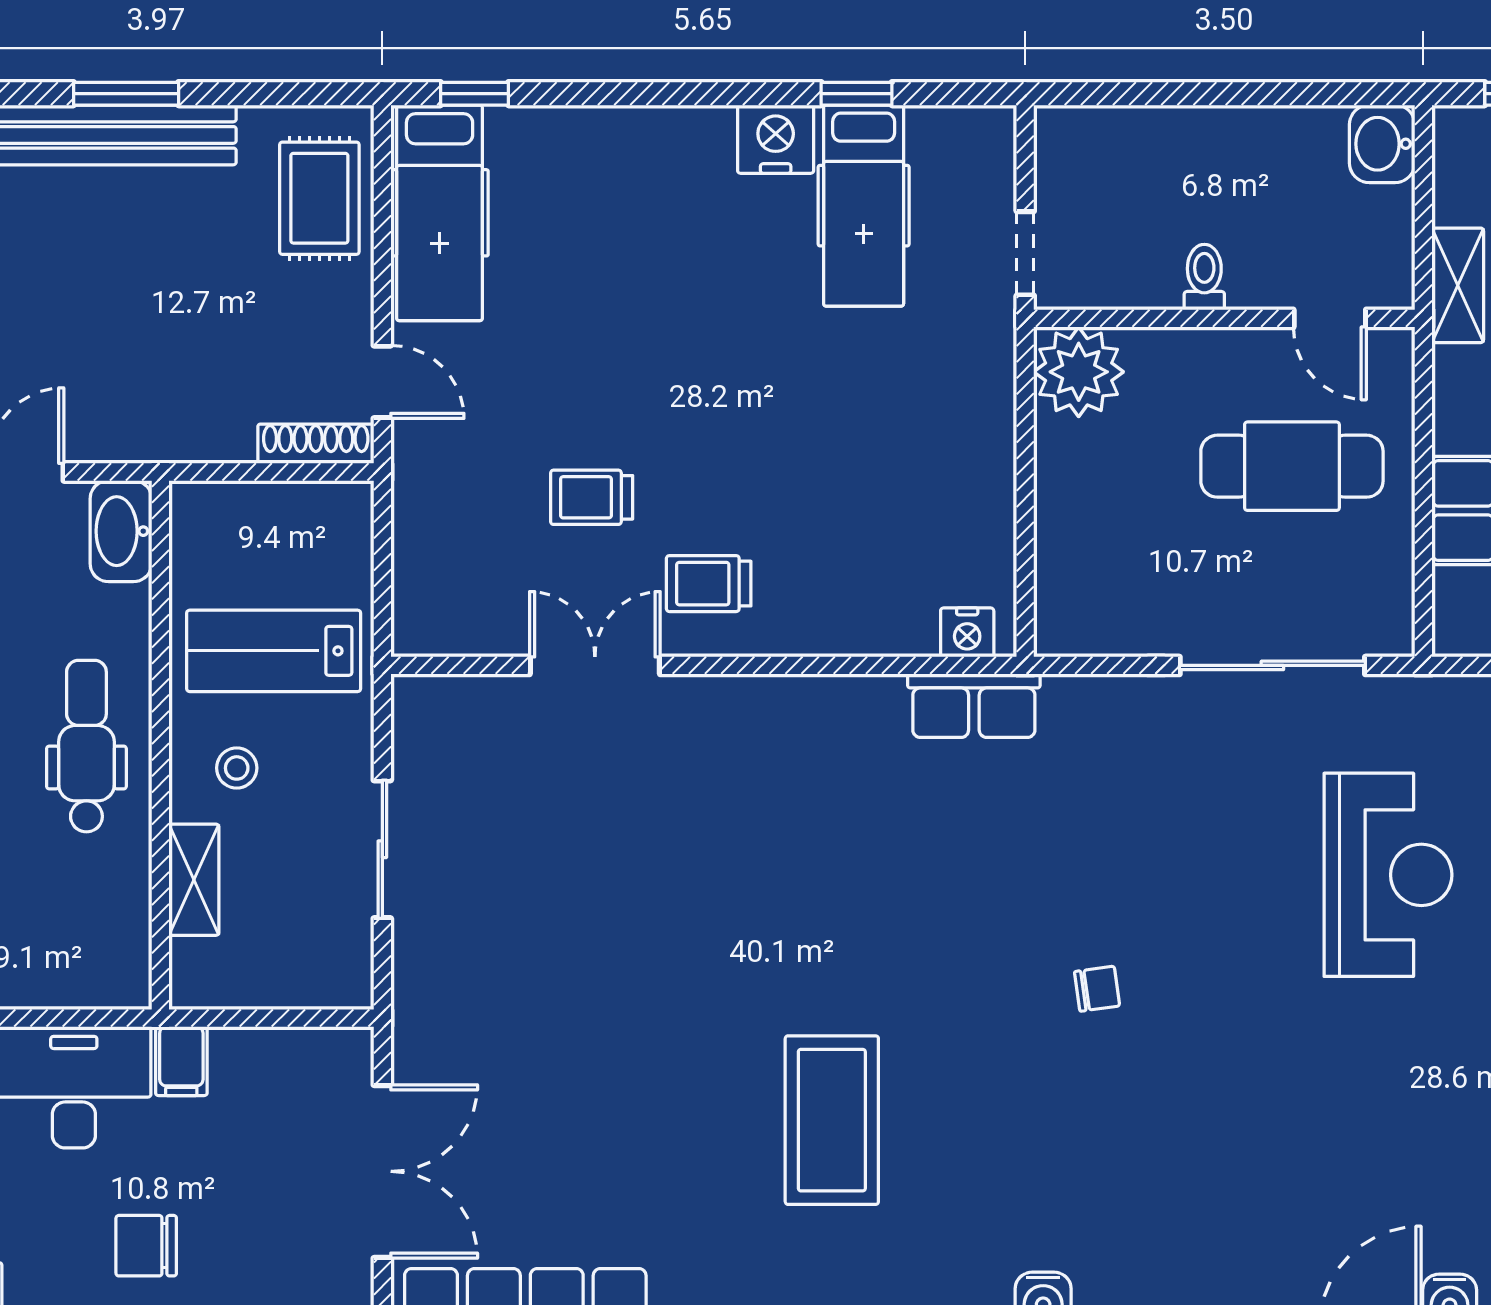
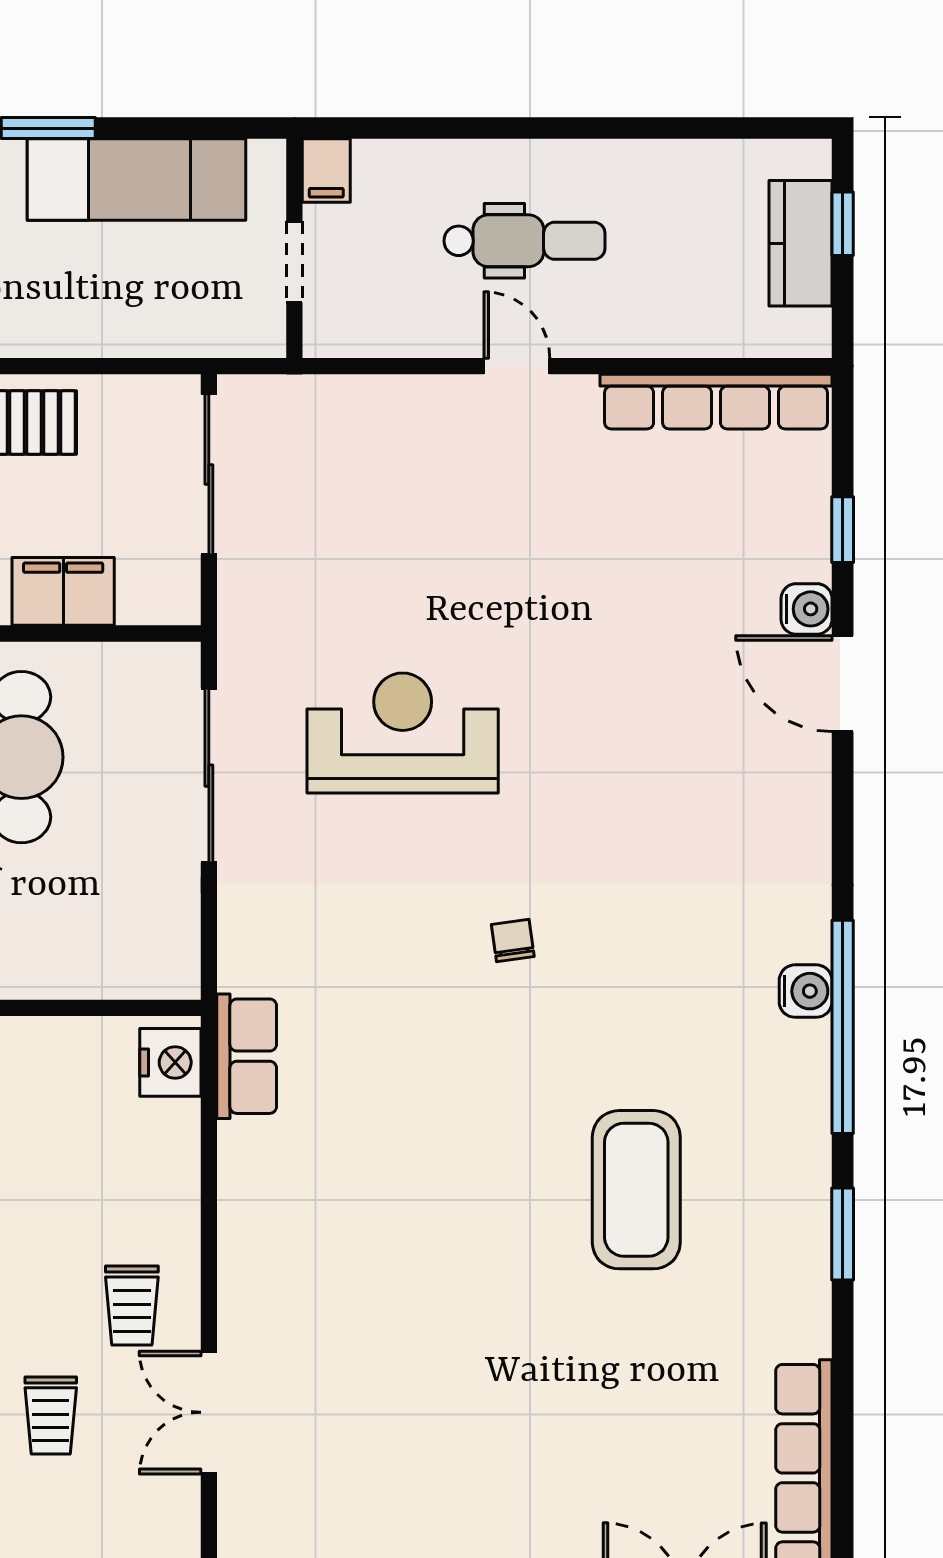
nightstand: (967, 632) -> (170, 1062), width x1.36, depth x1.33
reception desk: (1388, 875) -> (403, 733), moved
coffee table: (832, 1120) -> (636, 1190), turned 90

